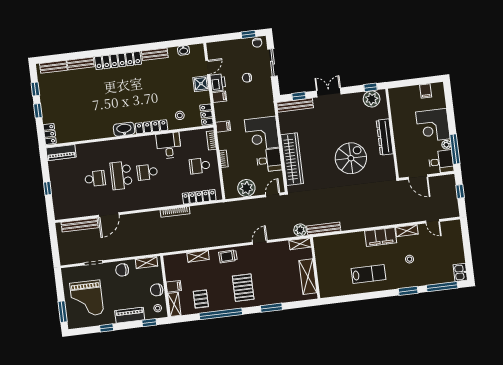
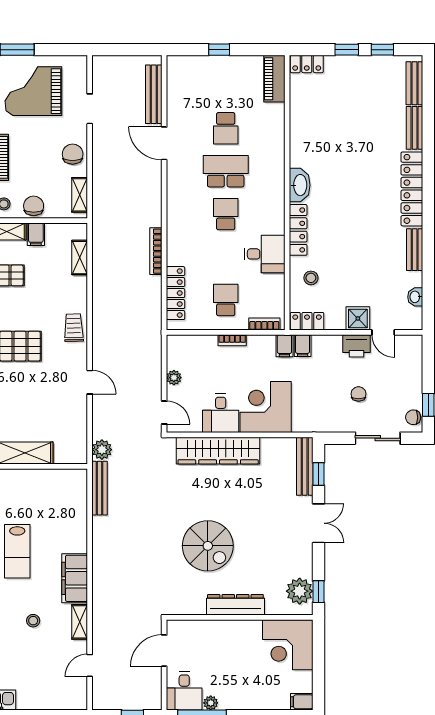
filing cabinet: (426, 91) -> (302, 702), moved
filing cabinet: (219, 97) -> (303, 346), moved
corner desk: (433, 125) -> (288, 645), moved, turned -90
plant: (246, 188) -> (174, 378), width x0.53, depth x0.53
shelving: (300, 244) -> (80, 447), removed
shelving: (198, 256) -> (80, 258), moved

